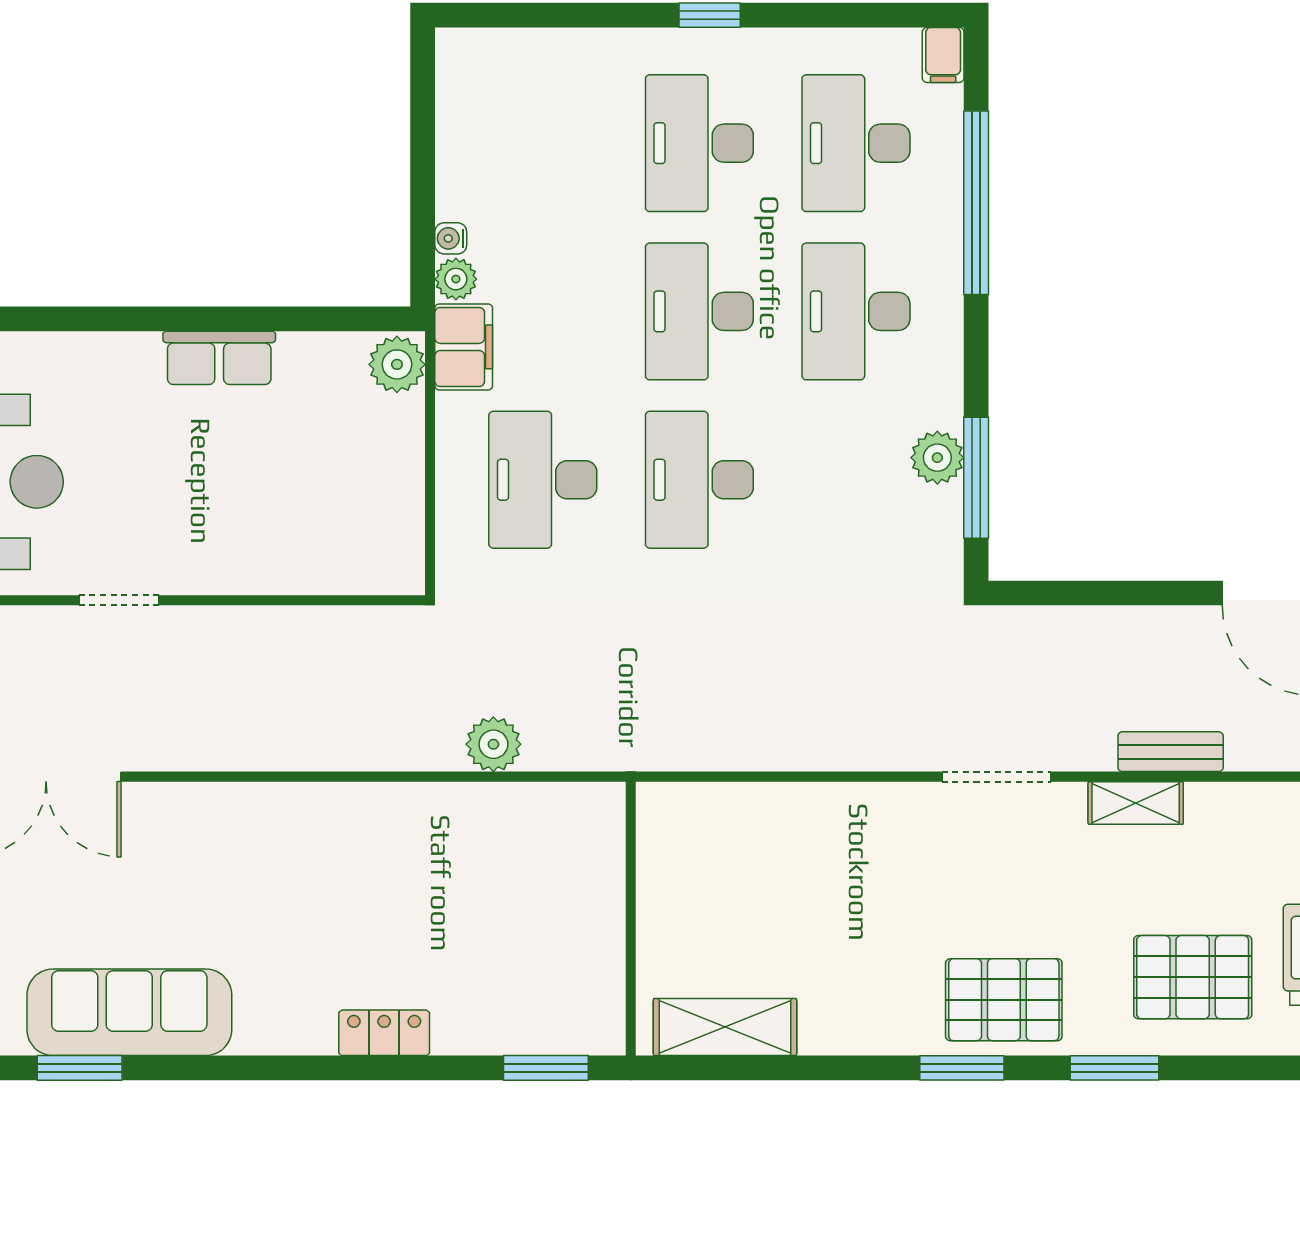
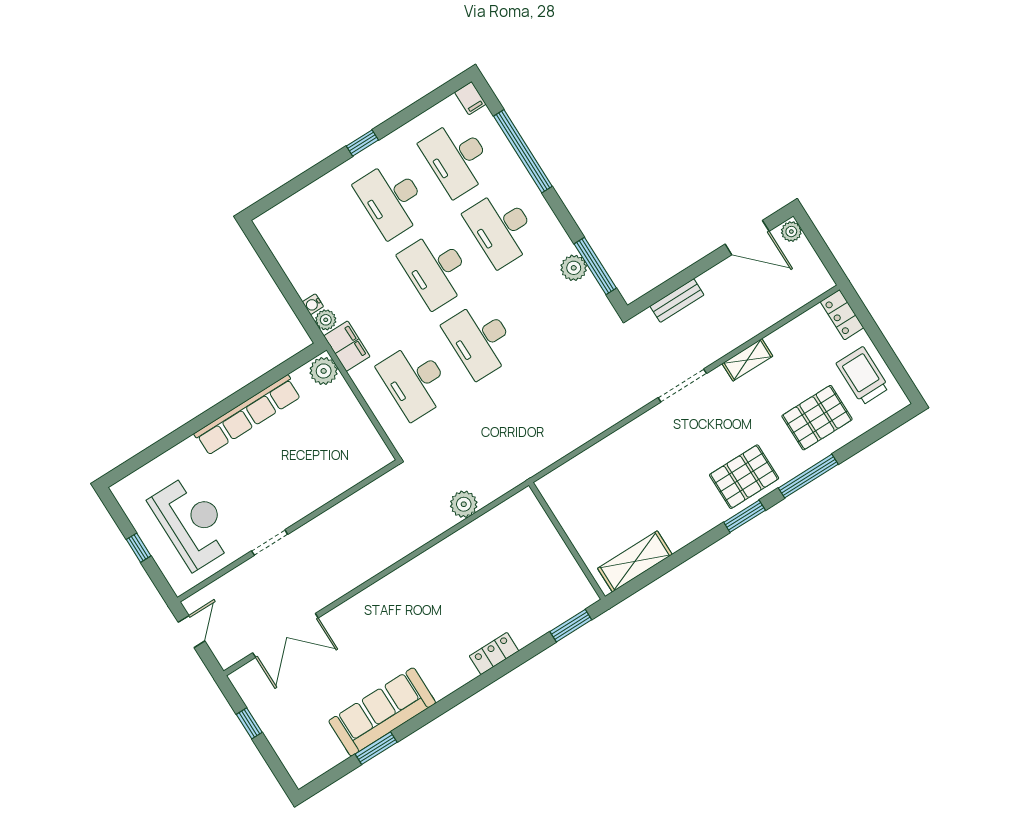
row of seats: (219, 358) -> (248, 415), width x2.02
bench: (1171, 752) -> (677, 301), moved
window: (1114, 1068) -> (808, 476), width x1.44

